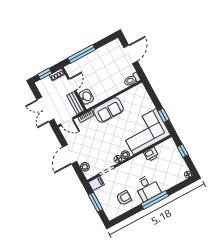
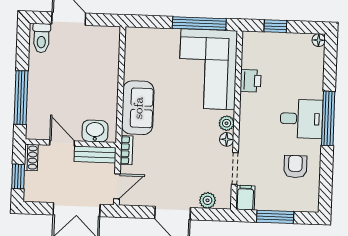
toilet: (132, 80) -> (41, 38), moved
window: (164, 115) -> (199, 23), width x2.17

